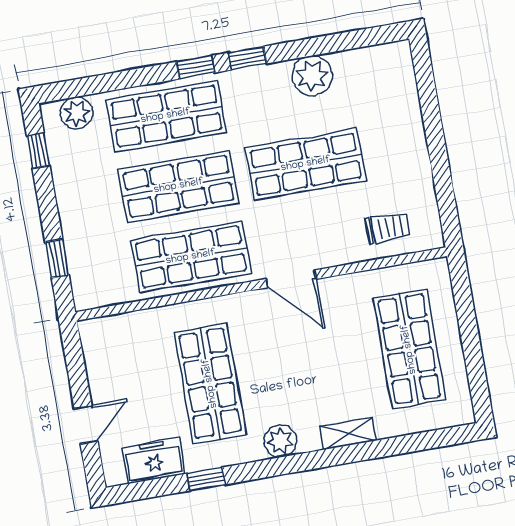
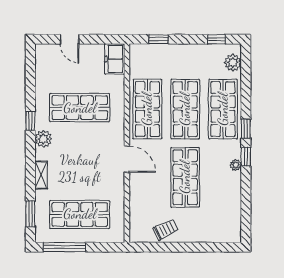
plant: (312, 76) -> (236, 165), moved, width x0.53, depth x0.53
trolley: (388, 228) -> (166, 230), moved, turned -116
door: (291, 279) -> (127, 159), swing flipped
window: (475, 367) -> (64, 247), added
window: (424, 441) -> (30, 214), added
freezer: (154, 460) -> (115, 59), moved, turned 180
window: (206, 479) -> (30, 121), moved

